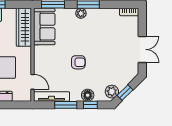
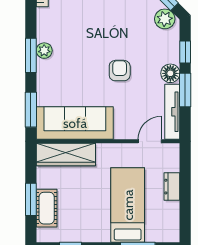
plant: (81, 13) -> (44, 51), moved
sofa: (44, 27) -> (75, 123), width x1.36
floor lamp: (88, 95) -> (170, 73), moved

